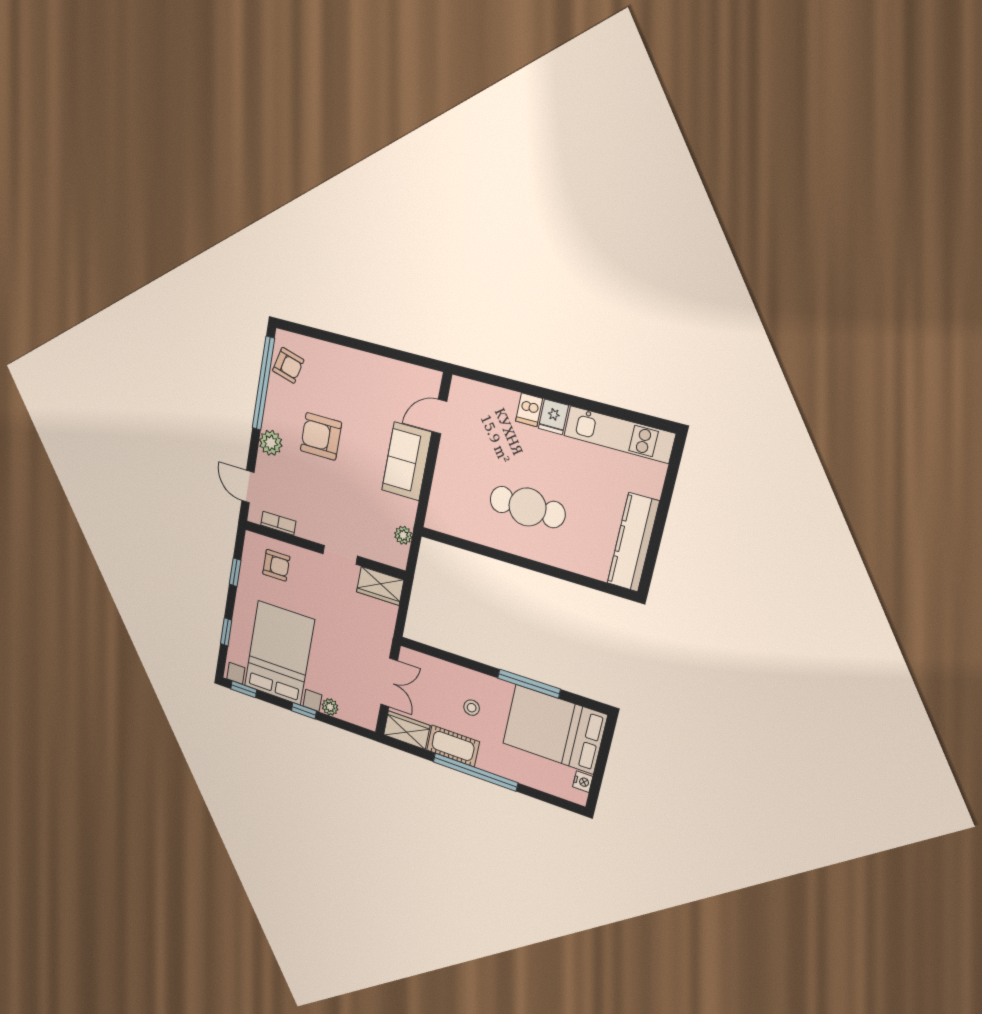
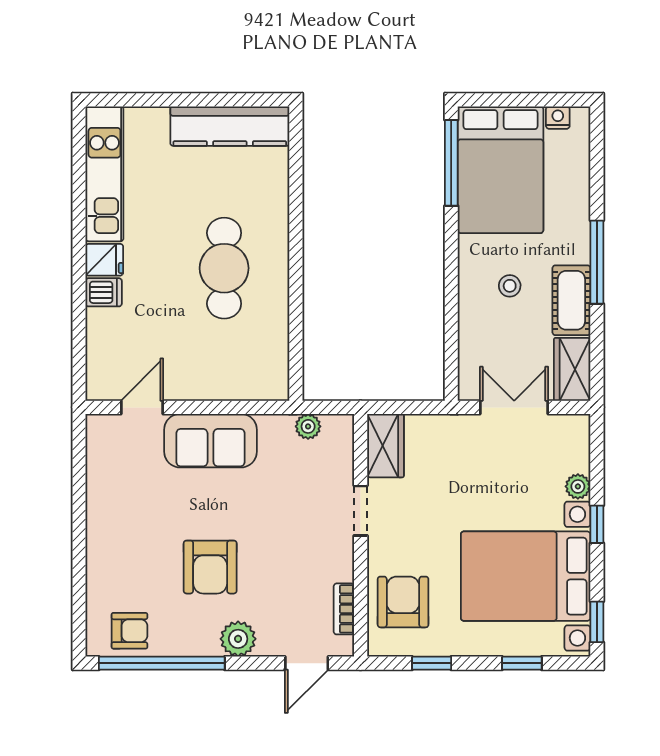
armchair: (288, 365) -> (129, 631), turned 75
door: (440, 417) -> (142, 407), swing flipped
armchair: (276, 565) -> (403, 602), width x1.38, depth x1.38
window: (529, 684) -> (451, 163), moved
window: (475, 772) -> (597, 262), width x0.68

